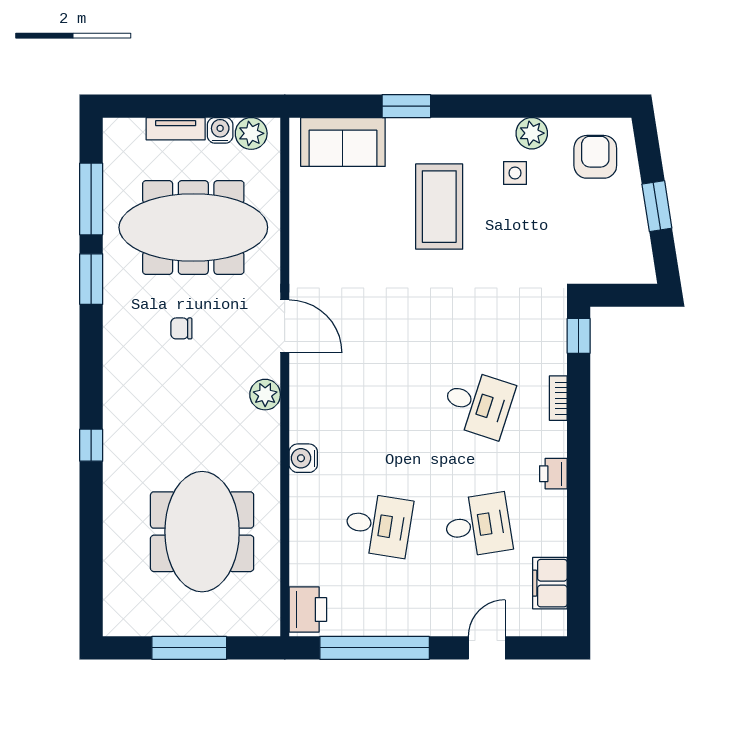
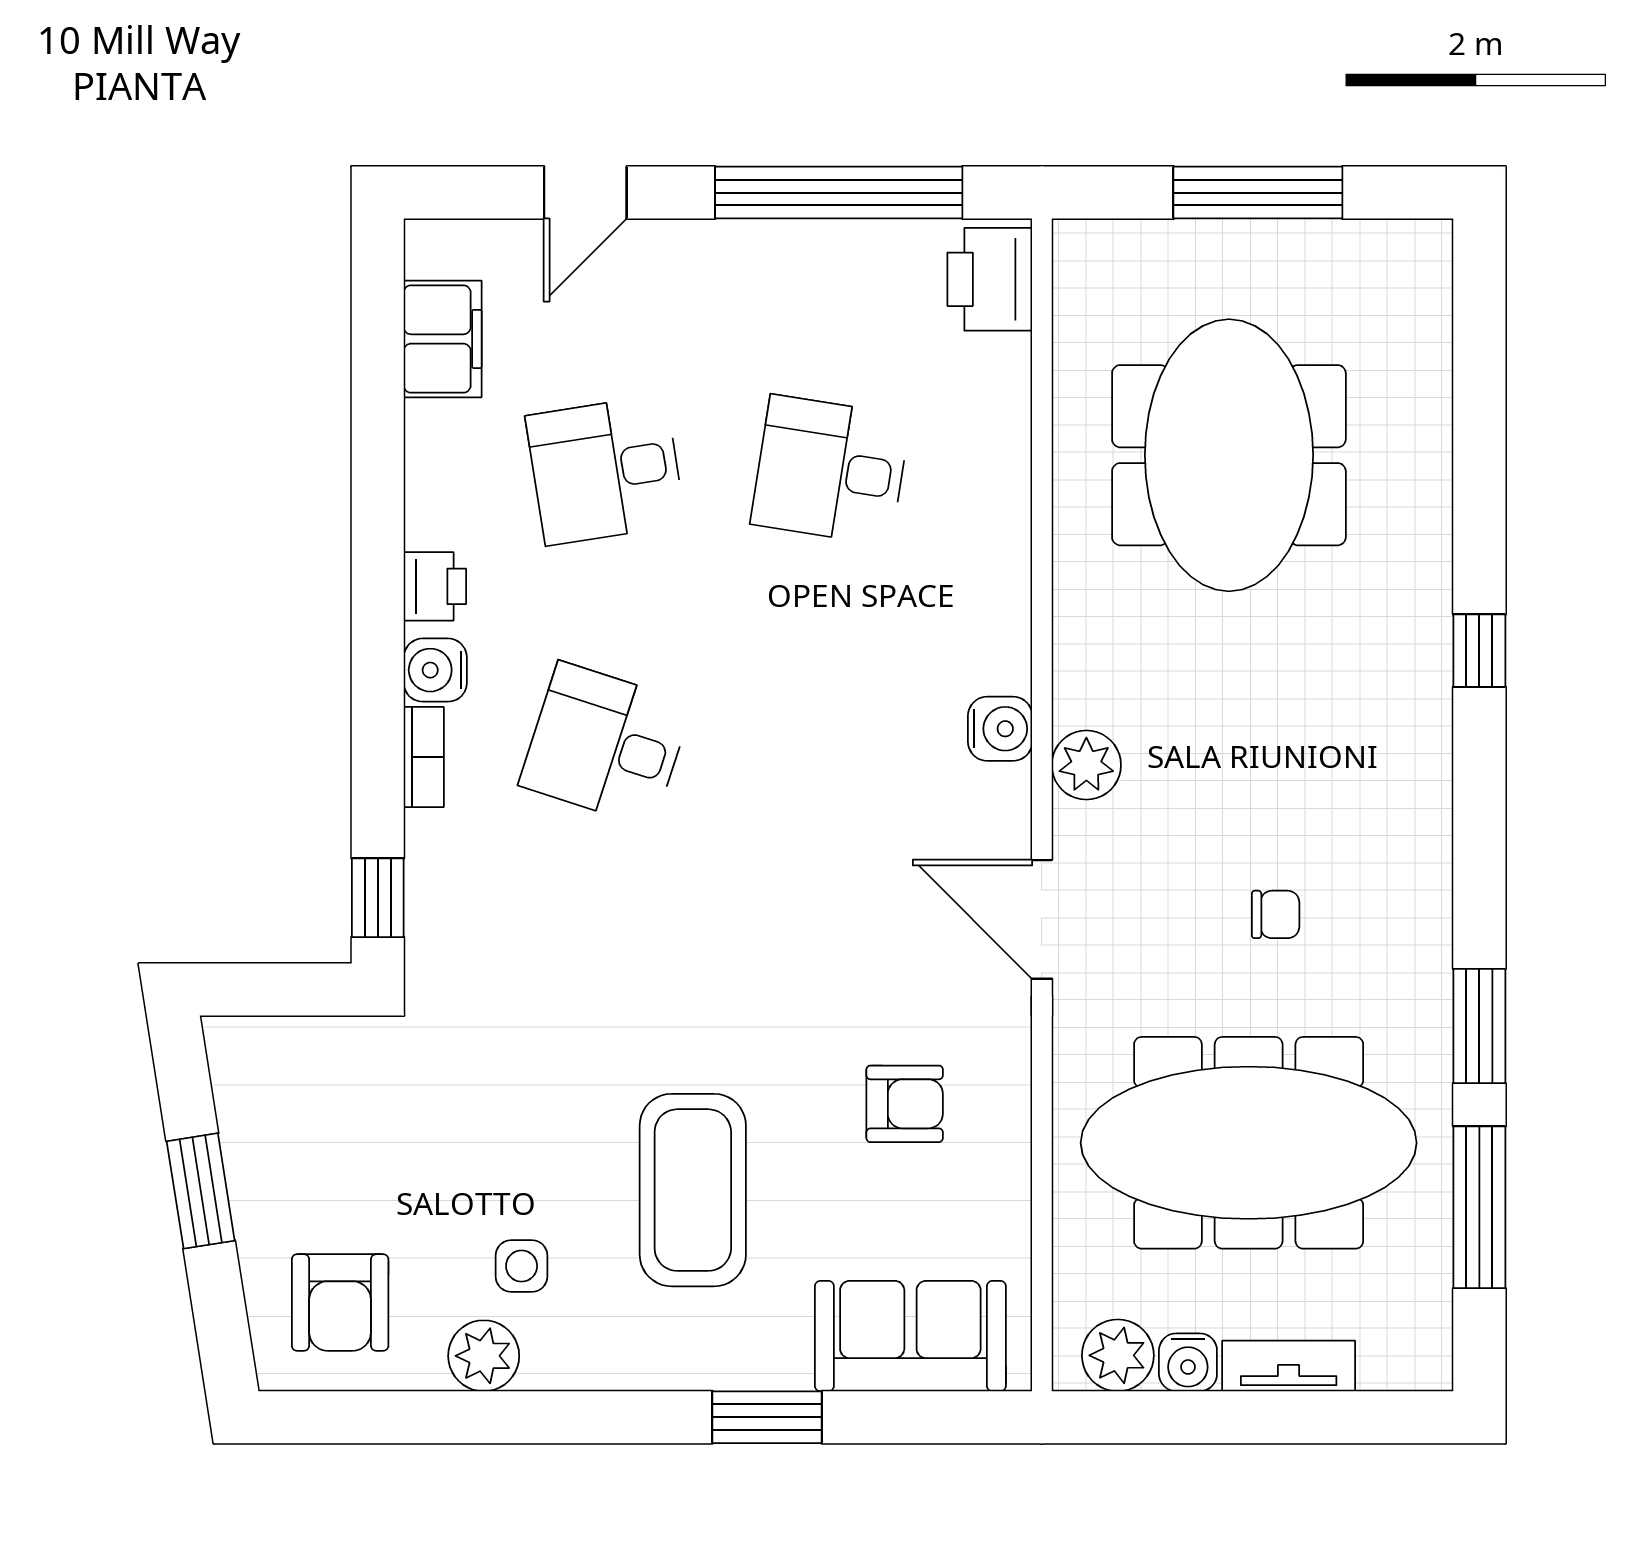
armchair: (346, 245) -> (905, 1104), added
water cooler: (553, 437) -> (435, 670), added
water cooler: (303, 458) -> (1000, 729), moved

